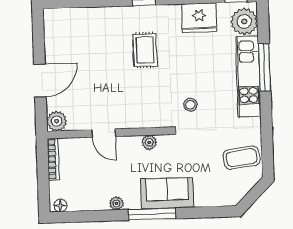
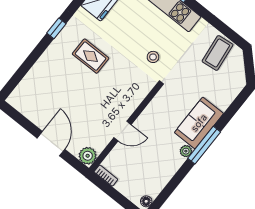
plant: (149, 142) -> (155, 106), removed
bookcase: (53, 159) -> (106, 176), width x0.64
plant: (116, 203) -> (186, 151), moved

